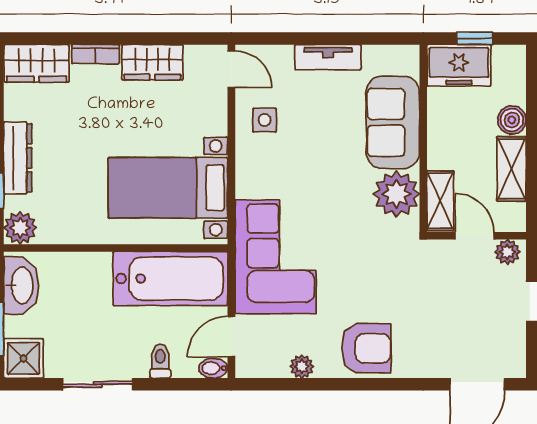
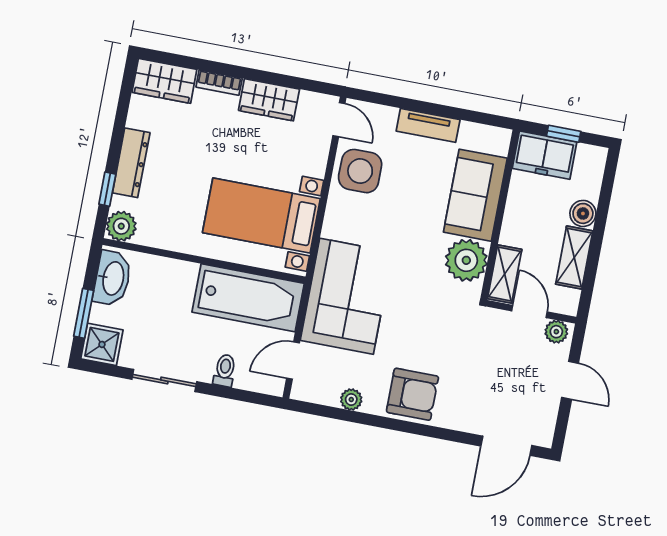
side table: (265, 120) -> (360, 171), width x1.87, depth x1.87
bidet: (213, 368) -> (271, 386), removed

